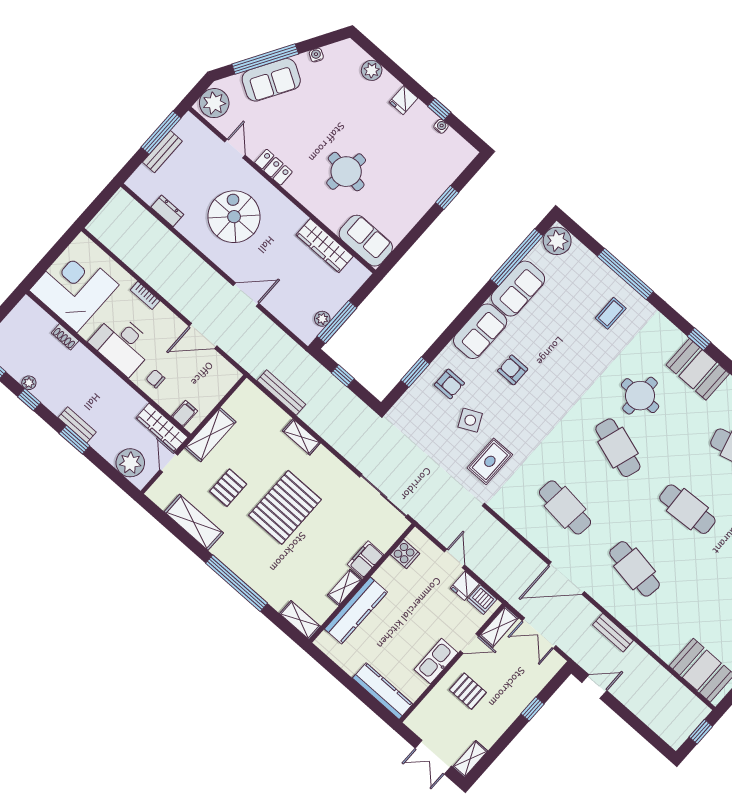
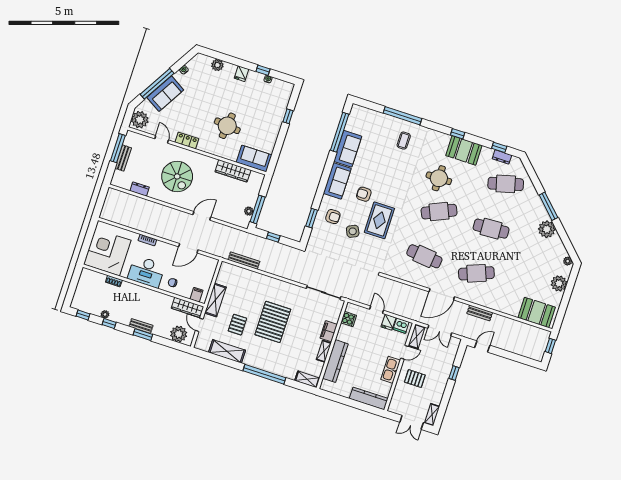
spiral stairs: (234, 217) -> (177, 176), turned 180
plant: (557, 241) -> (358, 114), removed
shelving: (301, 437) -> (265, 280), removed
cafe table: (618, 448) -> (439, 212), turned -42
rug: (490, 461) -> (379, 220), moved, width x1.36, depth x1.43
cafe table: (635, 569) -> (476, 273), turned -30

